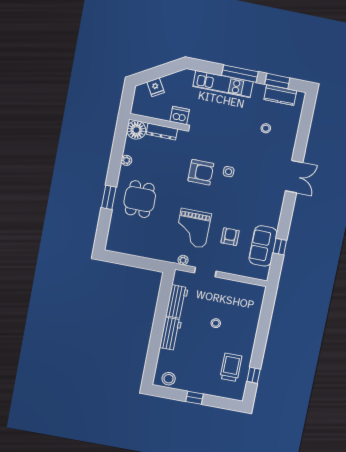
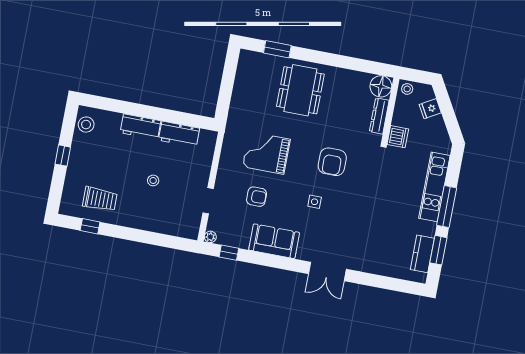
stool: (266, 128) -> (407, 89), moved
plant: (126, 160) -> (346, 75), removed
side table: (229, 172) -> (315, 202), moved
window: (109, 197) -> (277, 49), moved
dining table: (140, 199) -> (300, 90), width x1.37
sofa: (263, 246) -> (274, 241), moved
window: (280, 247) -> (229, 253), moved
plant: (183, 260) -> (210, 237), moved
doorway: (205, 272) -> (208, 201), moved

